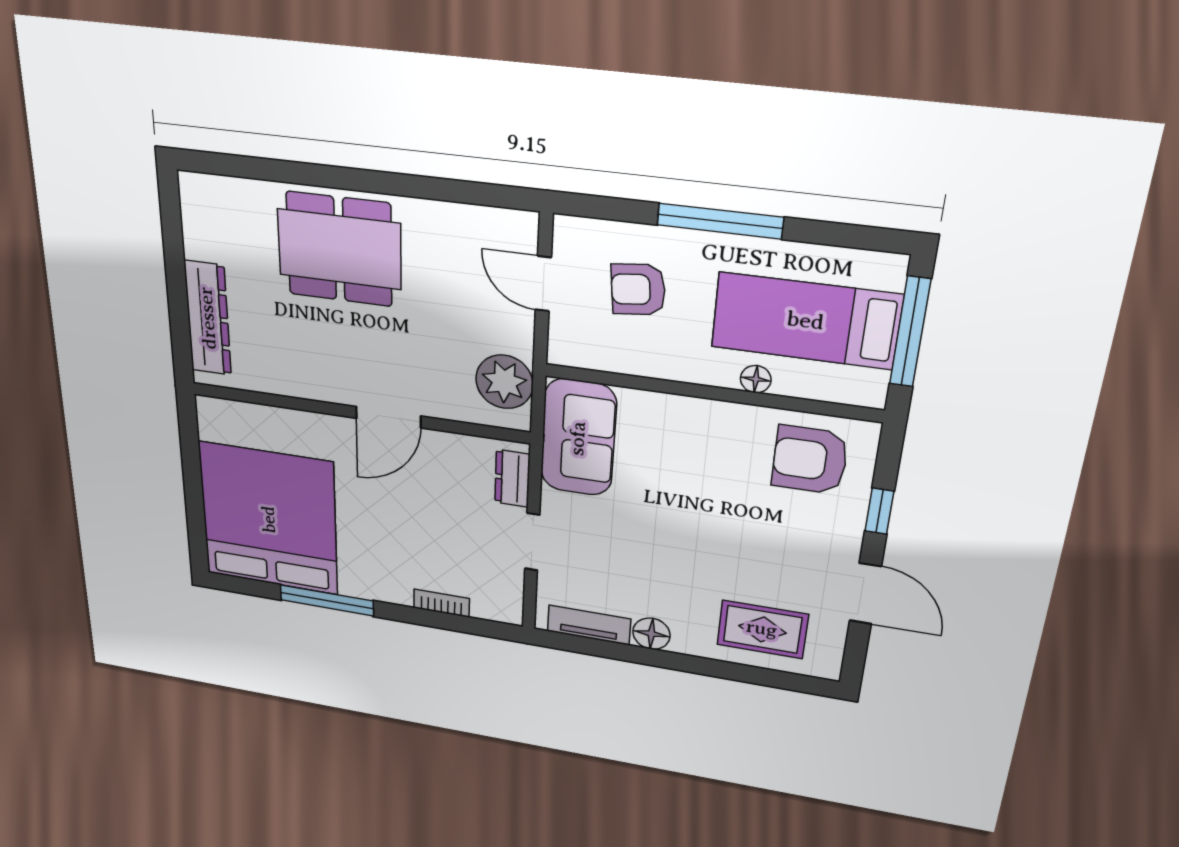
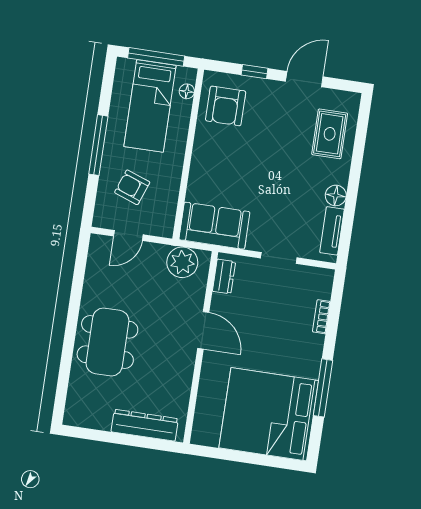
armchair: (638, 289) -> (132, 187), turned 116
floor lamp: (756, 379) -> (187, 91), moved
dresser: (512, 478) -> (224, 276), moved, turned -90

